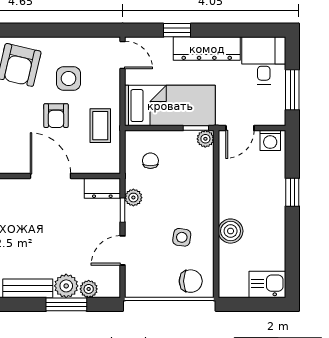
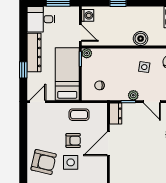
side table: (69, 78) -> (71, 162), moved
plant: (133, 198) -> (133, 95), moved

